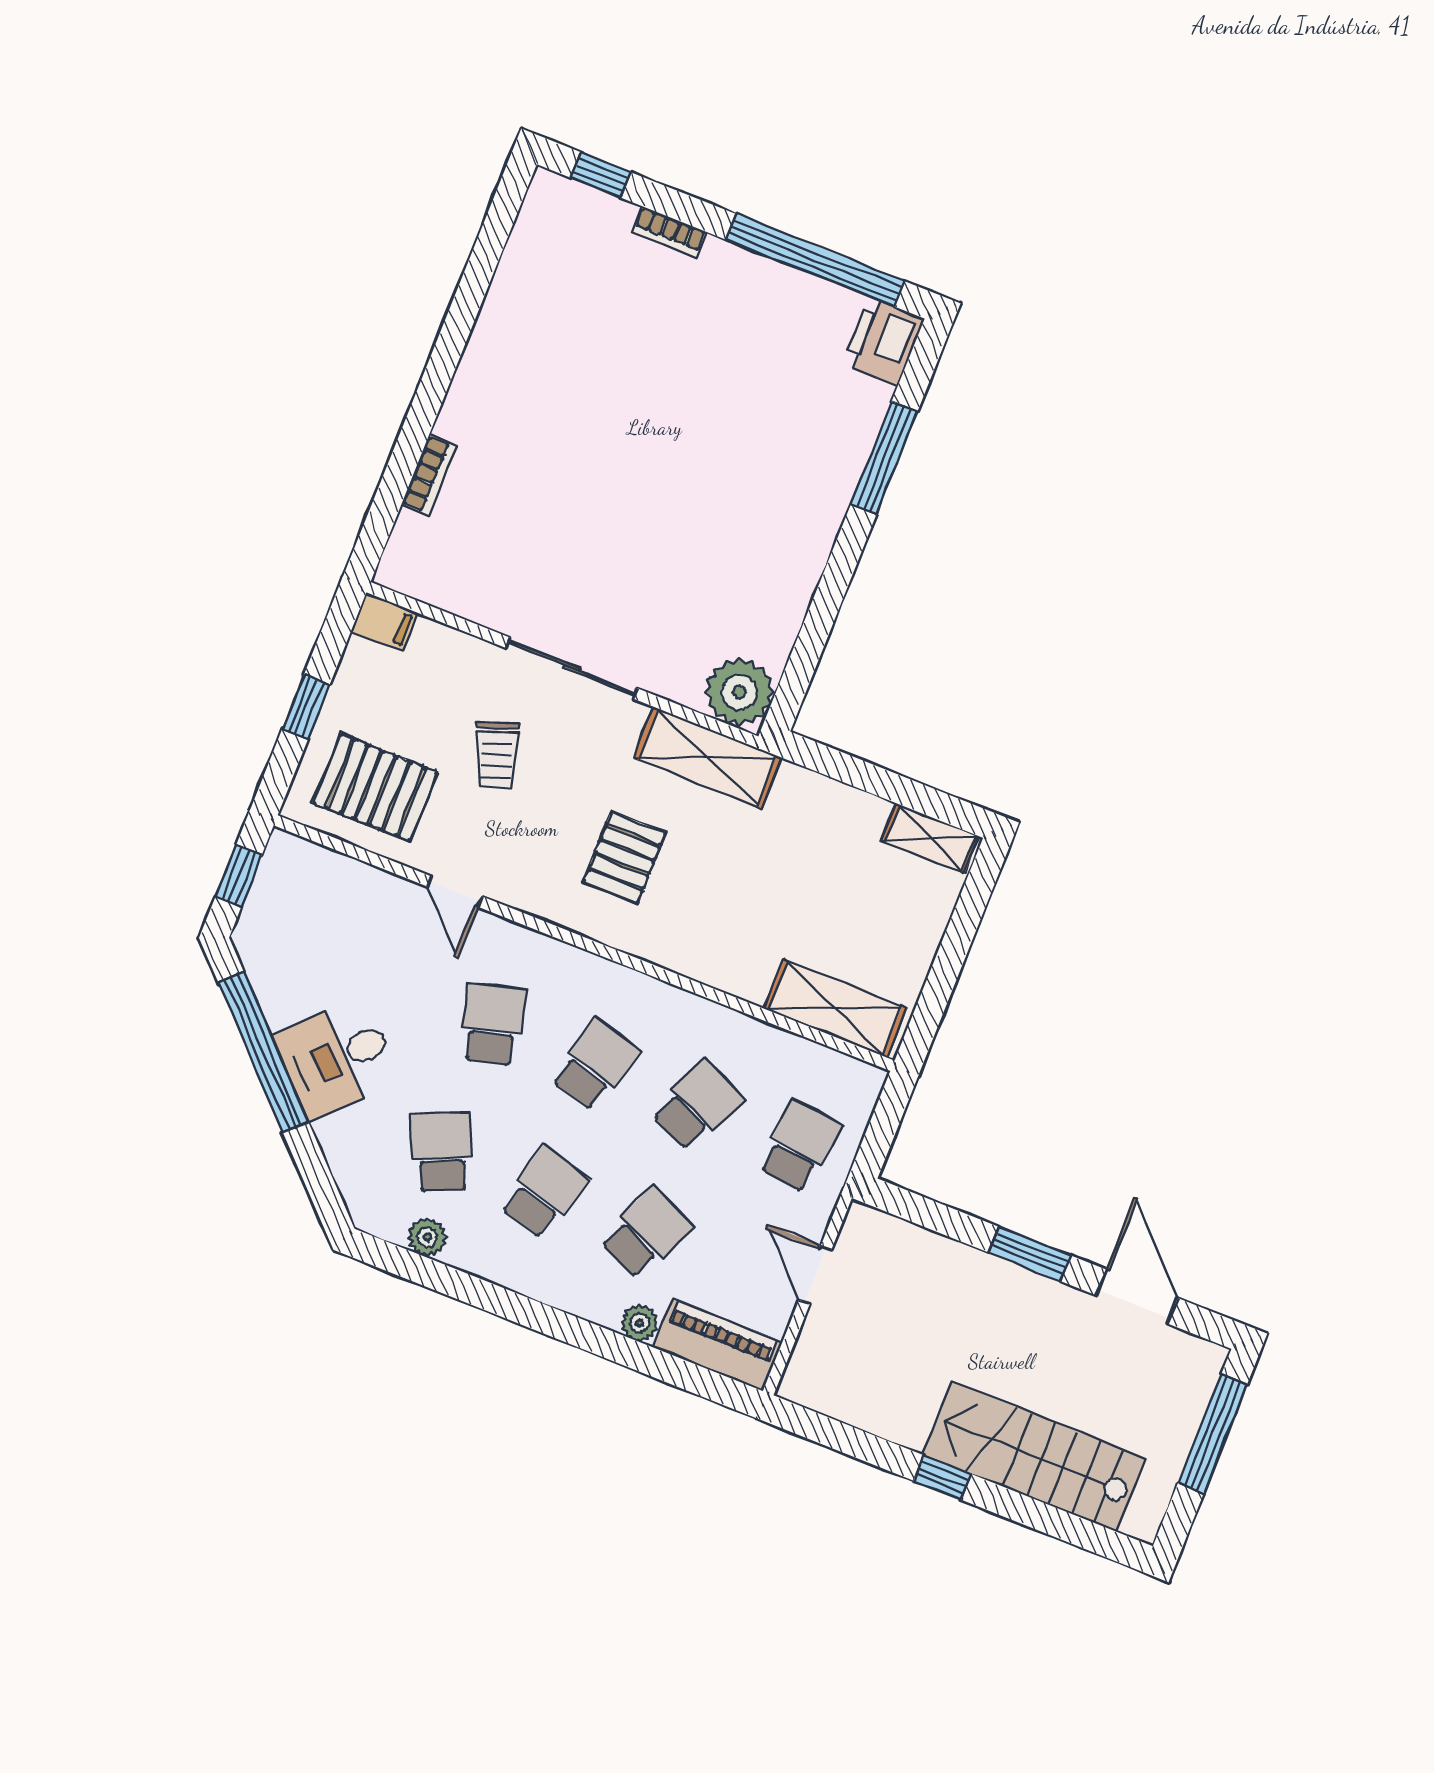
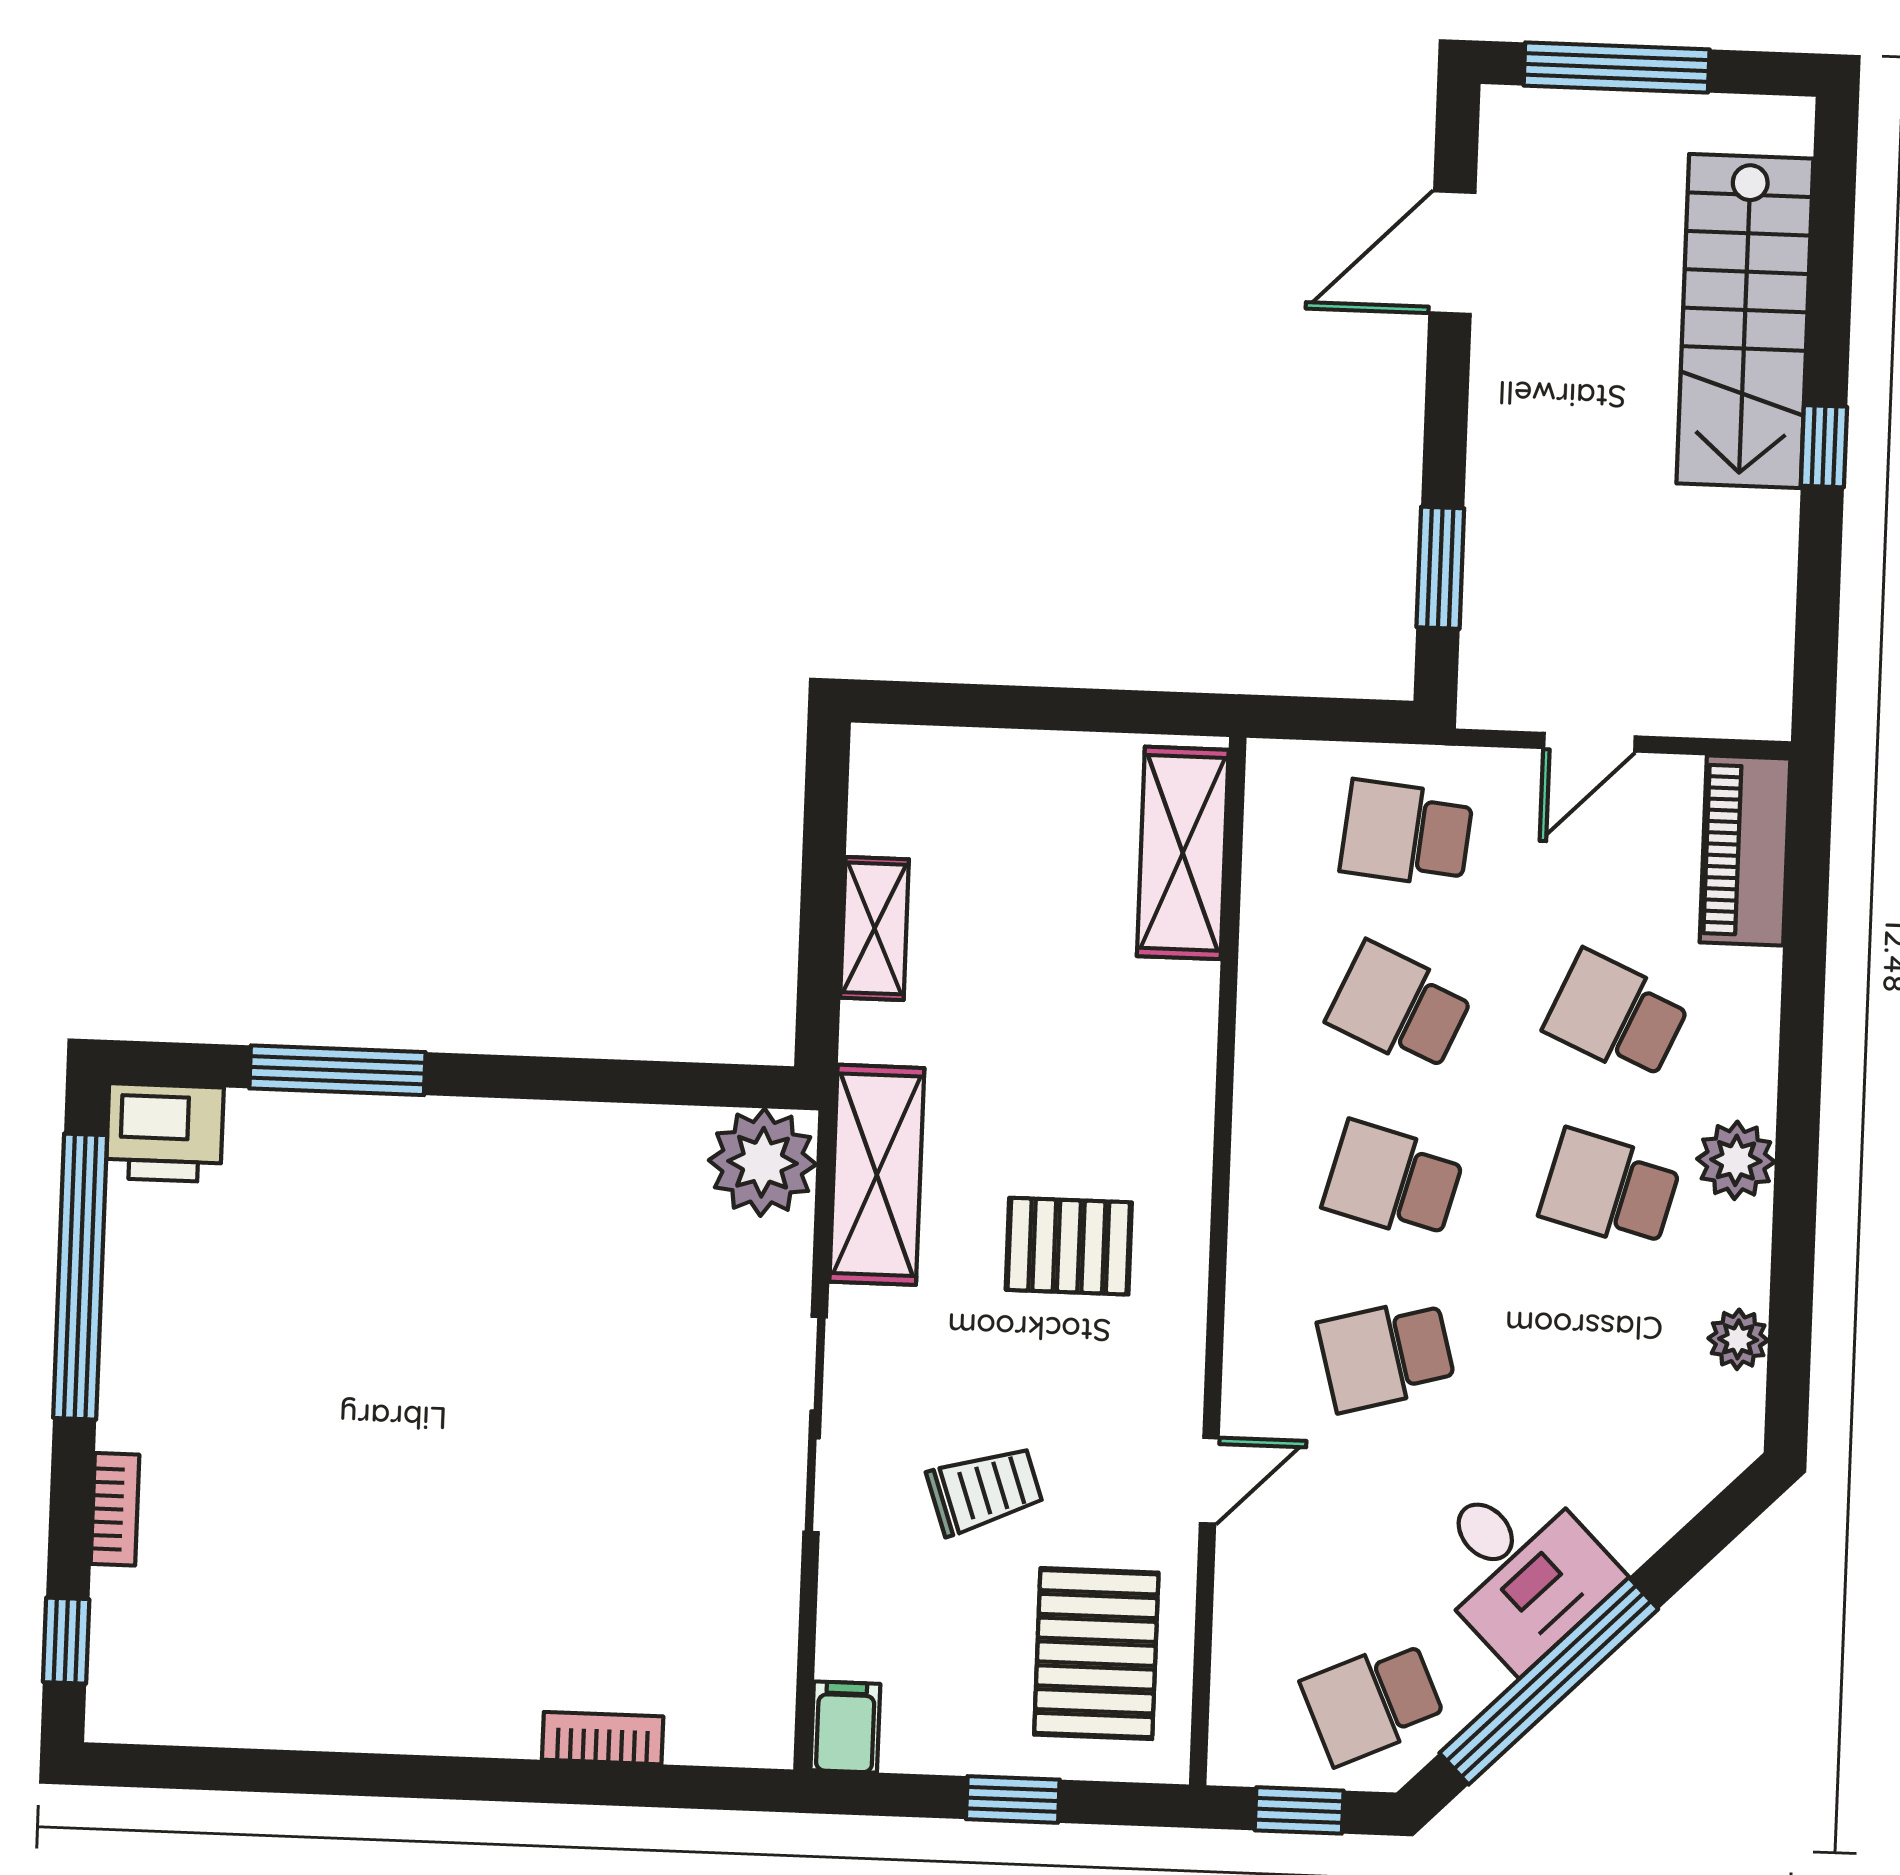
shelving: (930, 838) -> (875, 928), moved
school desk: (442, 1152) -> (1373, 1702), moved
window: (1030, 1254) -> (1440, 568), moved
plant: (640, 1323) -> (1736, 1160), moved, width x1.38, depth x1.38

